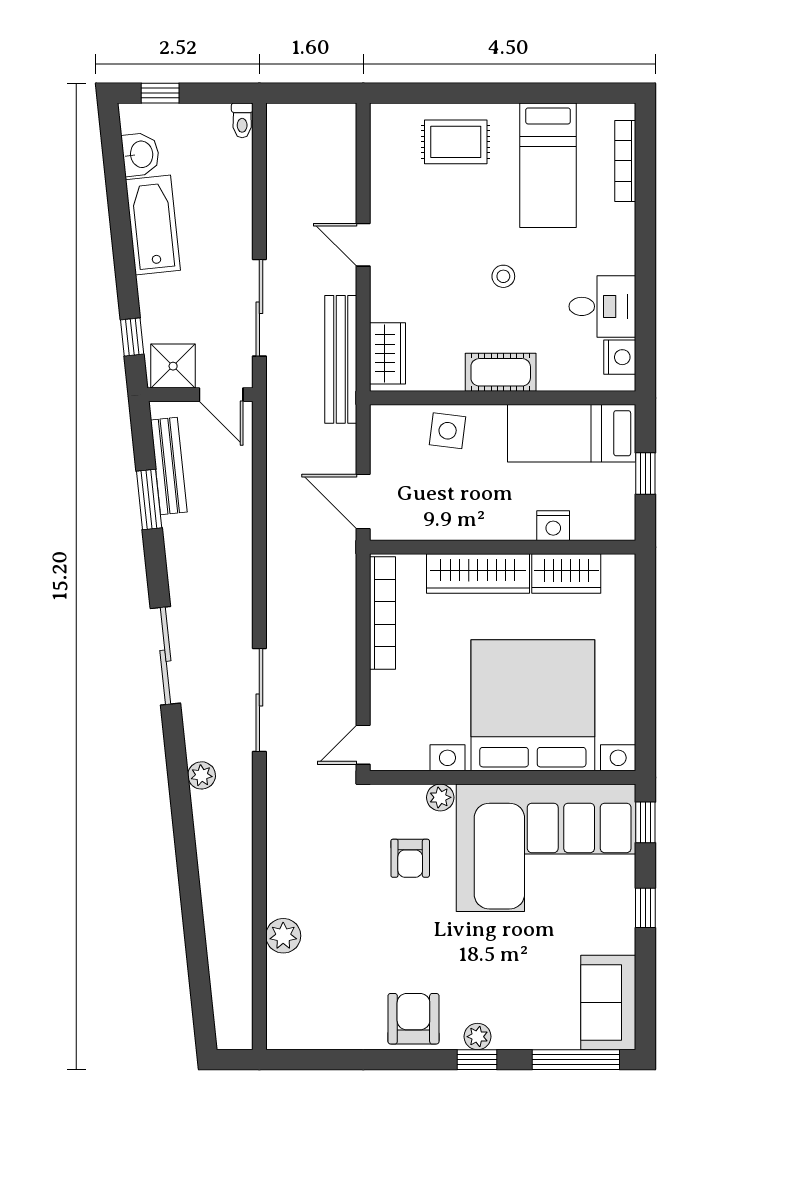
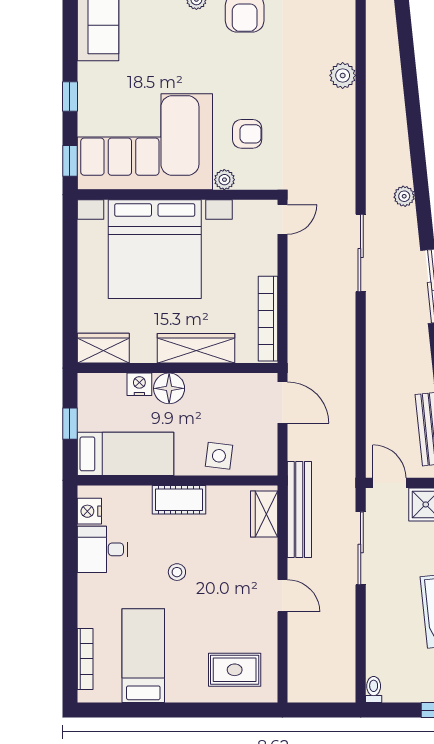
rug: (456, 142) -> (235, 670), moved
floor lamp: (514, 520) -> (169, 388), added
wardrobe: (566, 574) -> (103, 348), moved
armchair: (410, 858) -> (247, 134), turned 90

